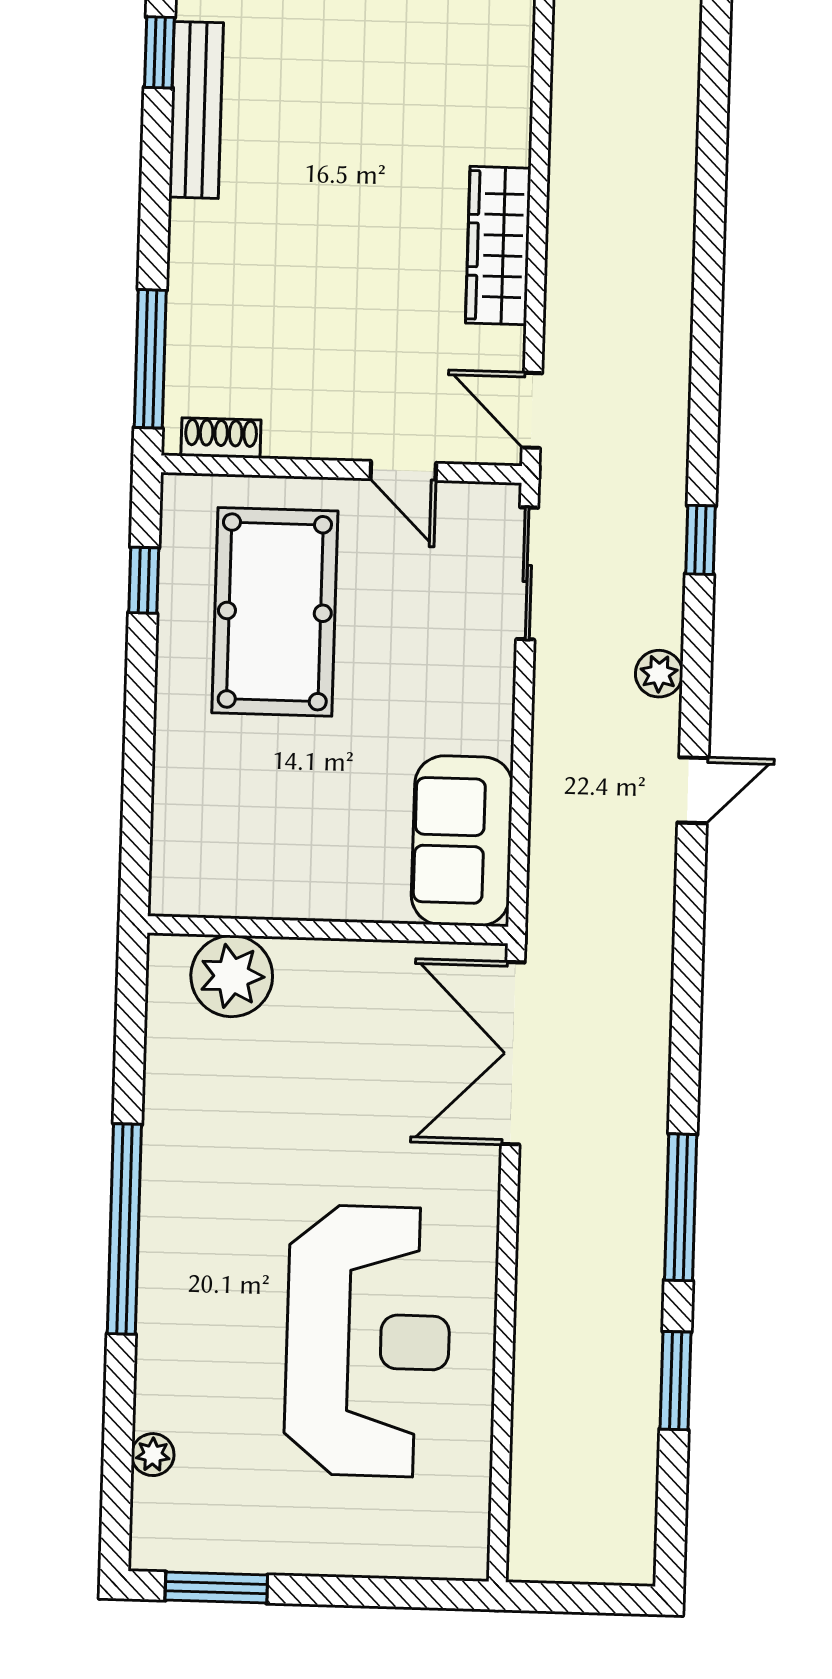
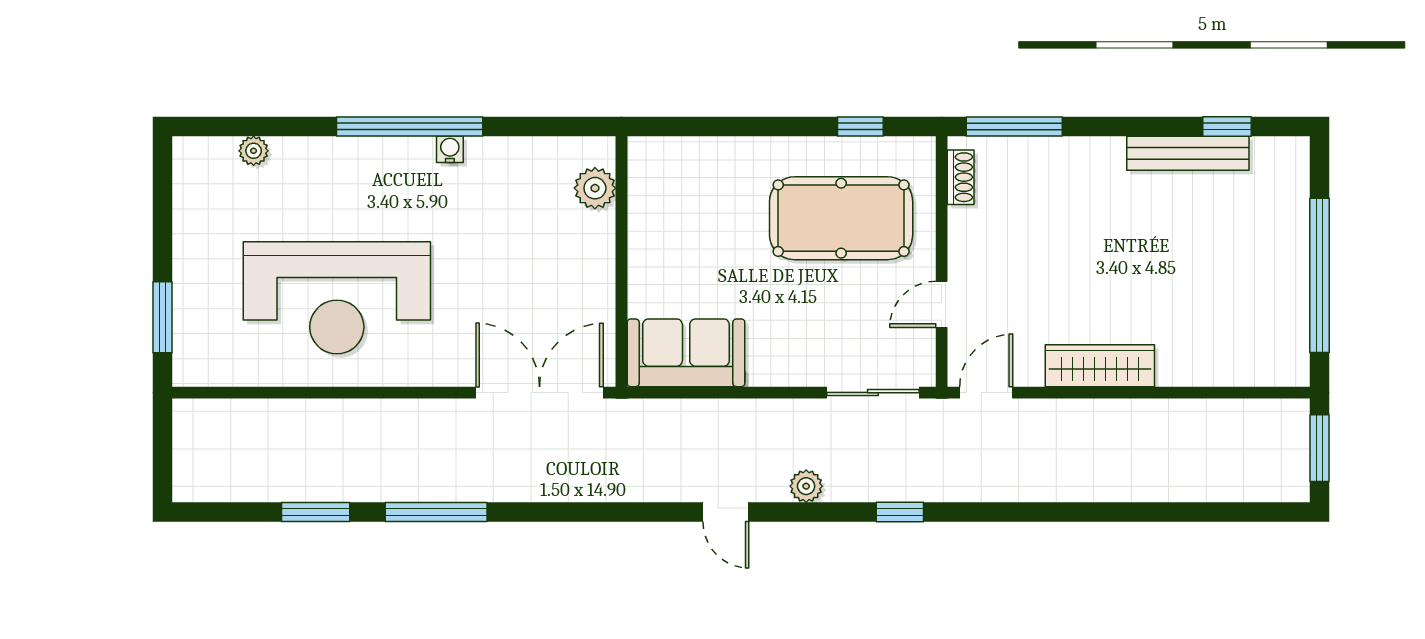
plant: (232, 976) -> (595, 188), width x0.73, depth x0.73
water cooler: (159, 1172) -> (450, 149), added
window: (216, 1588) -> (163, 317), moved

